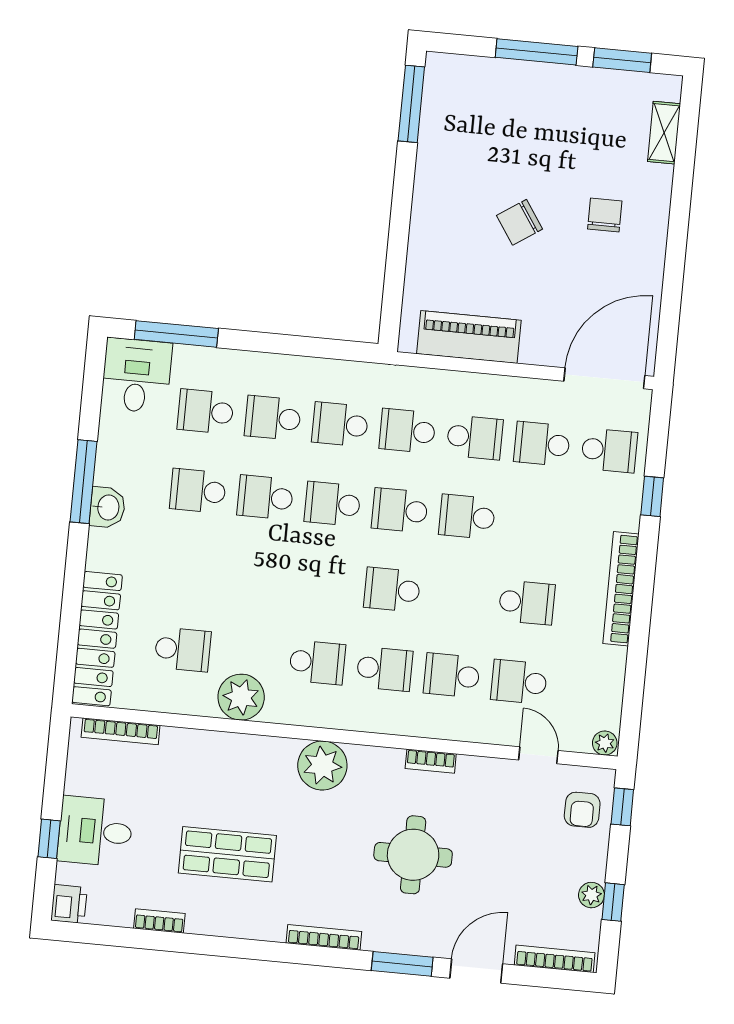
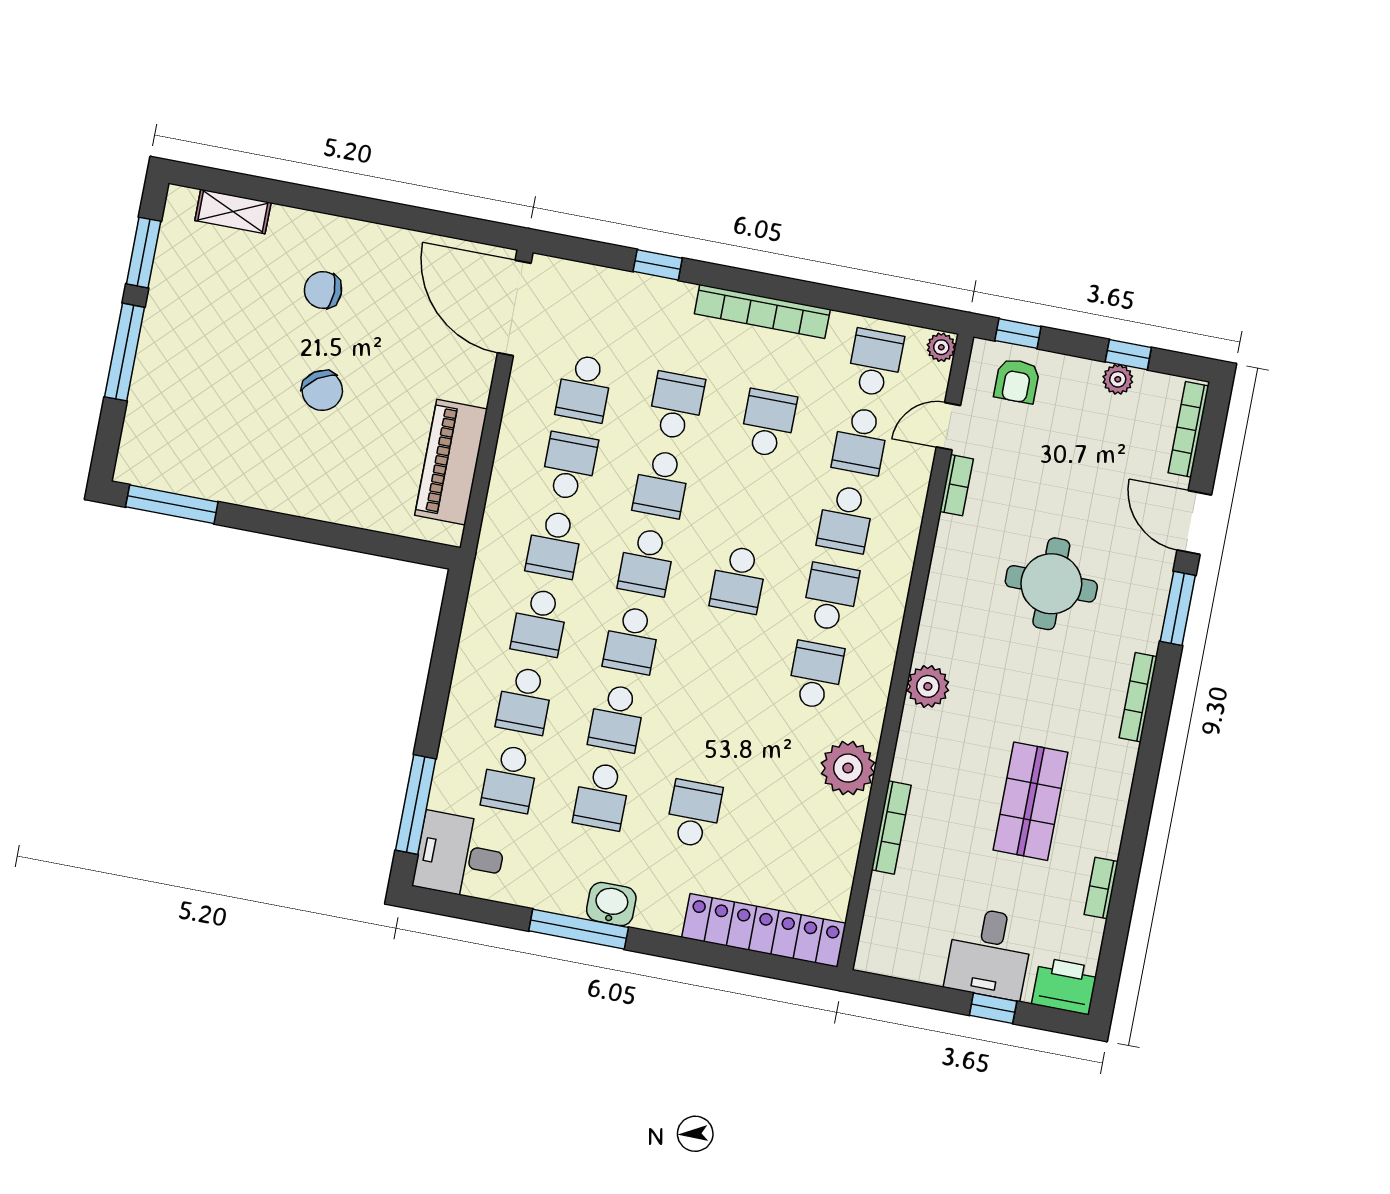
school desk: (609, 450) -> (676, 406), moved
school desk: (183, 649) -> (694, 814), moved
school desk: (586, 688) -> (875, 363), added
bookcase: (121, 731) -> (891, 828), moved
bookcase: (431, 761) -> (956, 485), moved
plant: (322, 766) -> (928, 686), width x0.73, depth x0.73
armchair: (582, 810) -> (1017, 381), turned 90
printer: (69, 904) -> (1065, 986), width x1.36, depth x1.24

